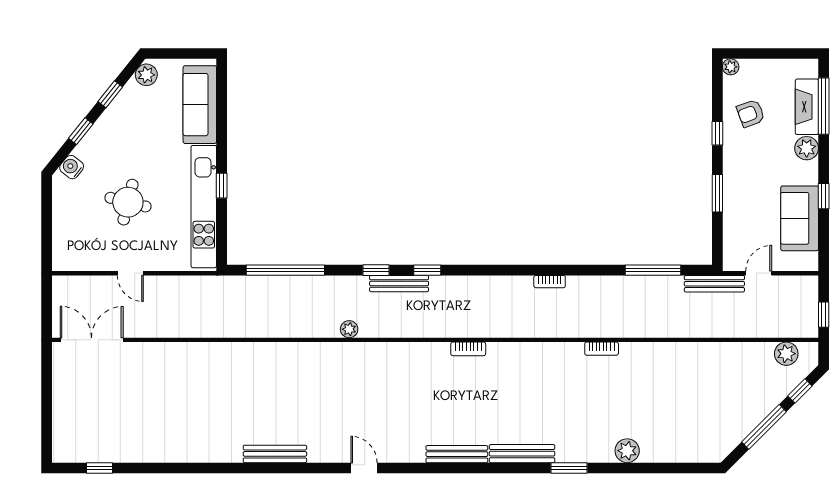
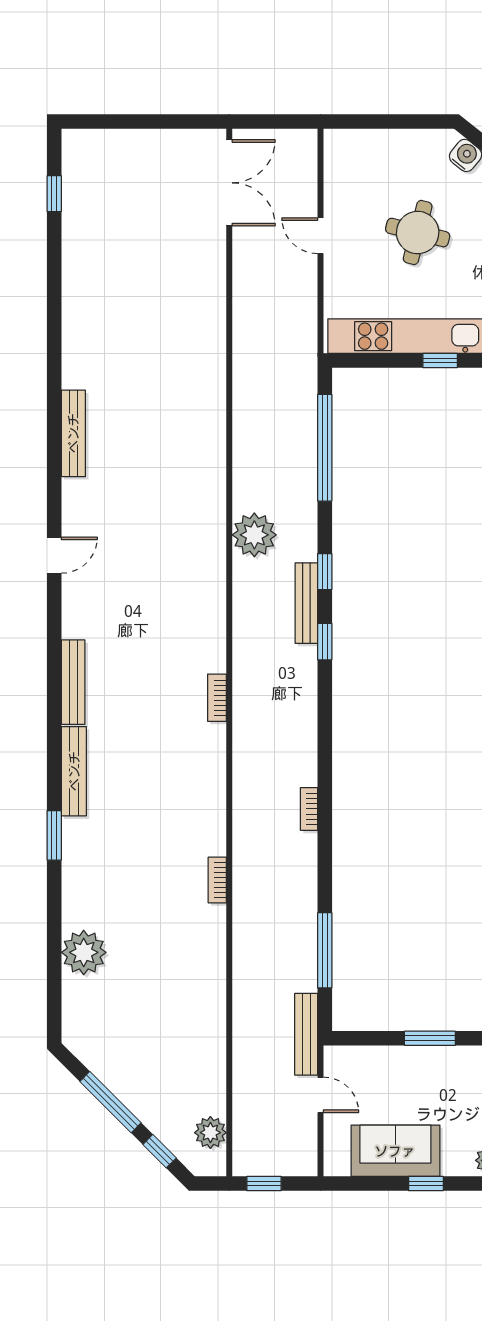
door: (130, 273) -> (320, 236), hinge flipped
plant: (349, 329) -> (254, 535), width x1.87, depth x1.87
plant: (627, 451) -> (84, 952), moved, width x1.36, depth x1.36

